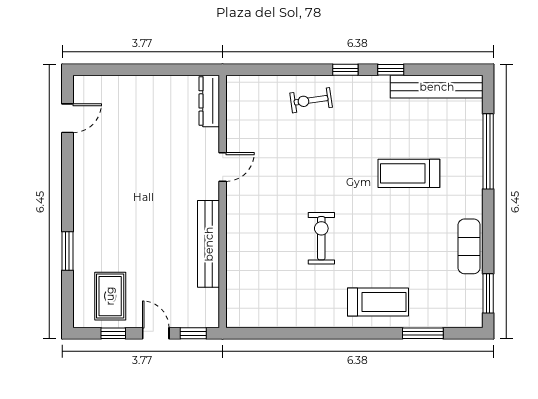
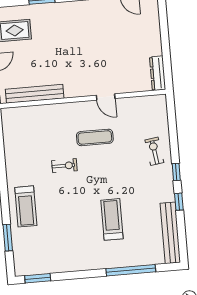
dresser: (209, 101) -> (158, 73), moved, turned -90
exercise bike: (321, 238) -> (64, 166), width x0.73, depth x0.72
bench: (209, 244) -> (35, 94), moved
exercise mat: (469, 246) -> (95, 137), moved

